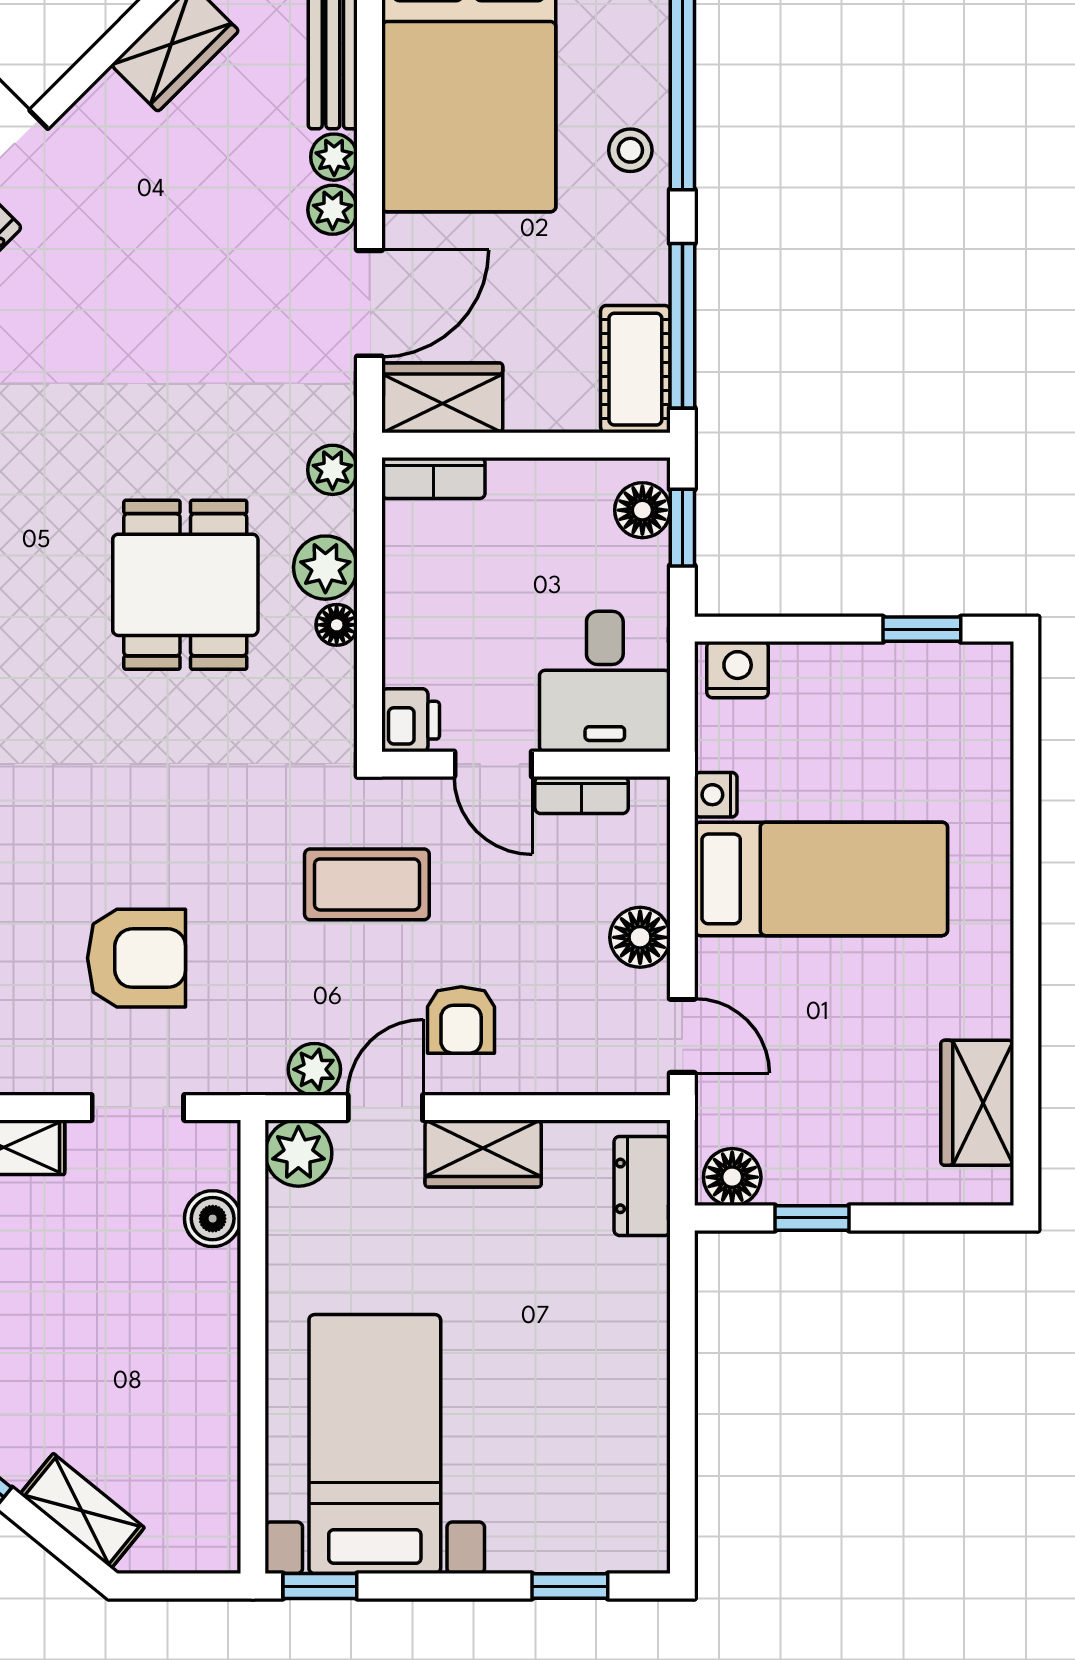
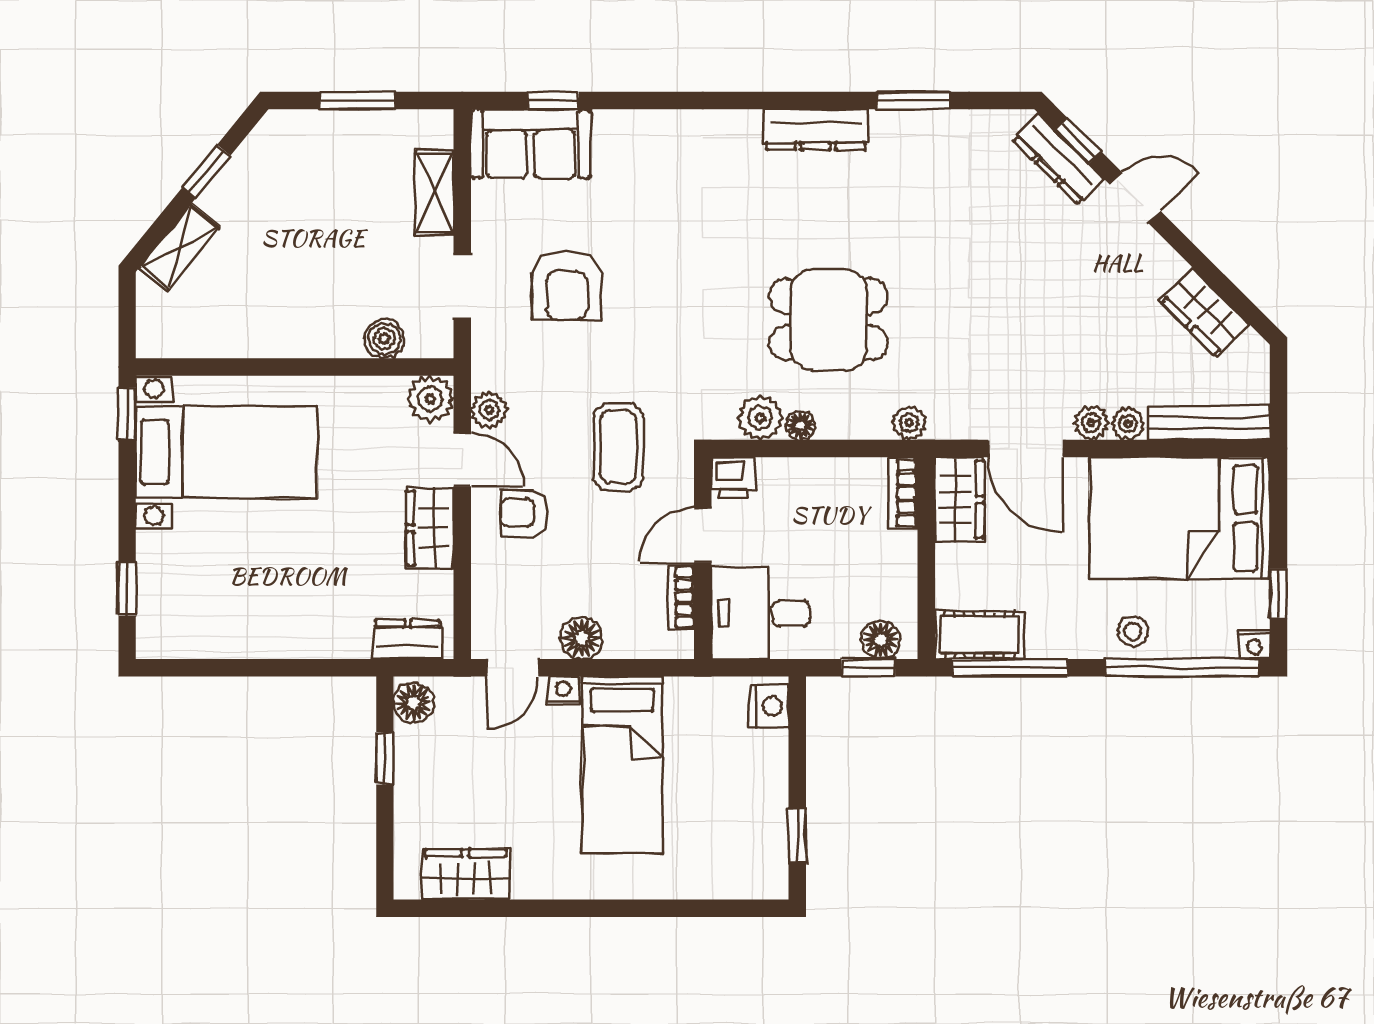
plant: (325, 568) -> (760, 418), moved
nightstand: (716, 795) -> (563, 691), moved

